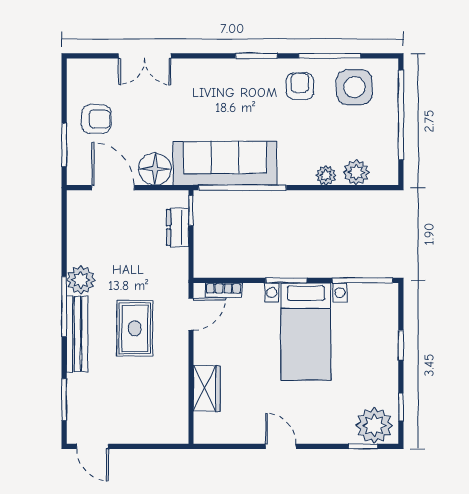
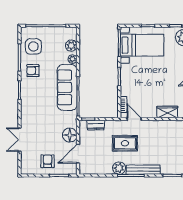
double door: (145, 56) -> (19, 140), swing flipped
sofa: (225, 163) -> (67, 87), moved
rug: (135, 328) -> (125, 143), moved
bed with nightstands: (306, 332) -> (142, 45), moved

